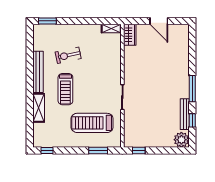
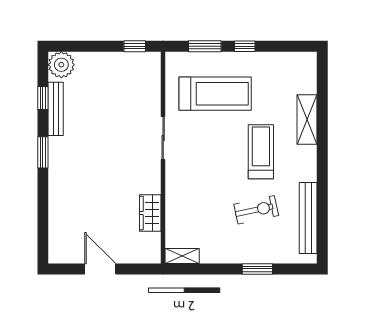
window: (47, 21) -> (257, 269), moved
wardrobe: (130, 35) -> (150, 213), moved
bench: (38, 72) -> (308, 218), moved
window: (192, 89) -> (43, 152), width x0.69
window: (47, 150) -> (245, 46), moved

